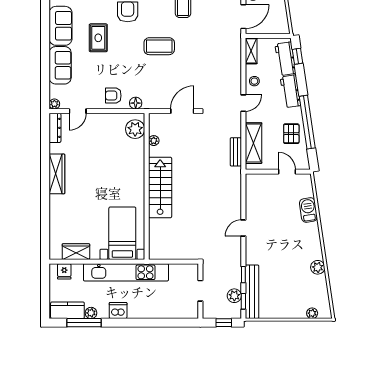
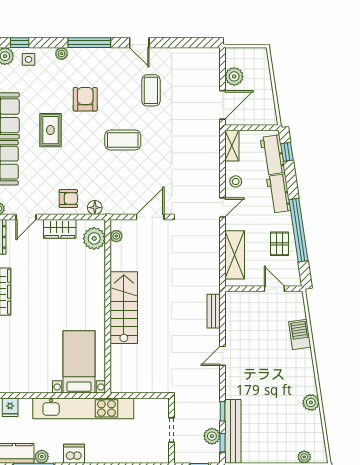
armchair: (113, 96) -> (68, 199), turned 180
plant: (154, 141) -> (116, 236), moved
bench: (236, 152) -> (214, 311), moved
wardrobe: (76, 252) -> (60, 229), moved, turned 180

